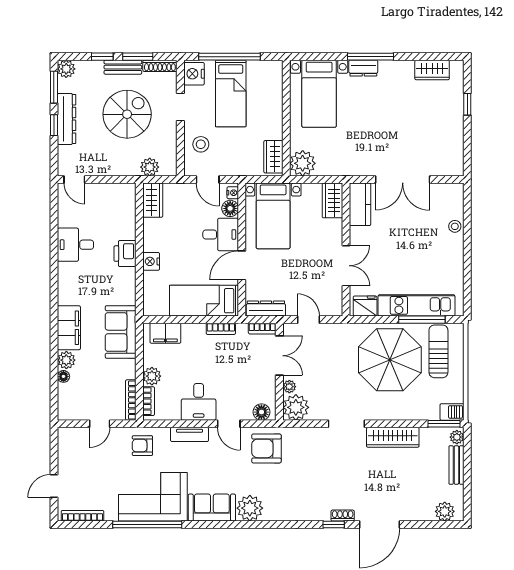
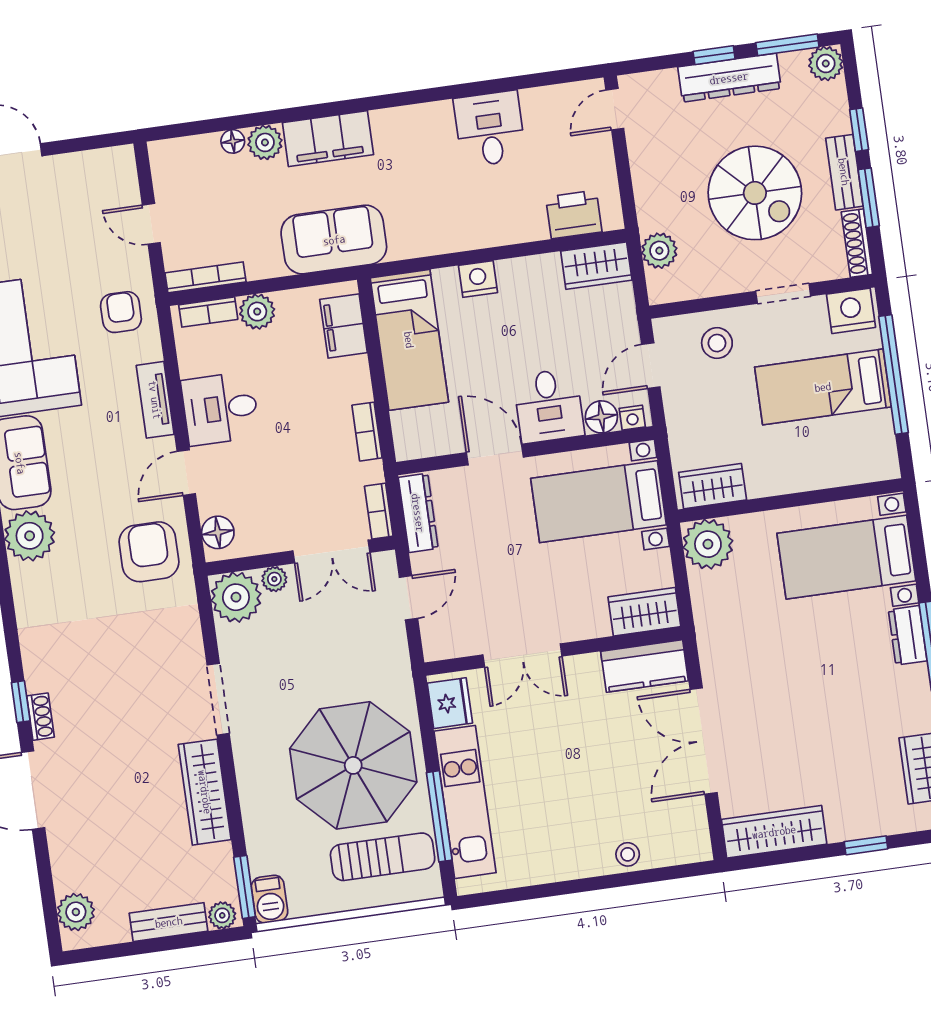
wardrobe: (454, 150) -> (774, 832), added
printer: (125, 254) -> (574, 214), moved
bed: (204, 301) -> (409, 340), moved, turned 180

